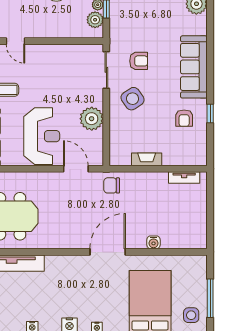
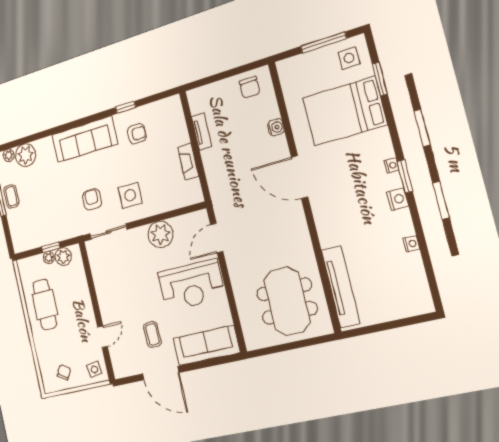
side table: (133, 99) -> (130, 195), turned 34
reception desk: (42, 136) -> (191, 285), turned 180
tv unit: (184, 178) -> (202, 132), moved
chair: (112, 185) -> (250, 87), moved

